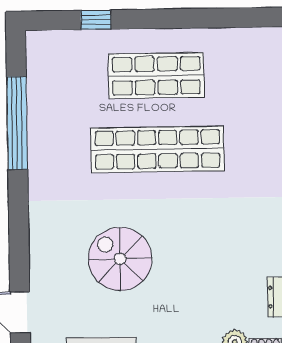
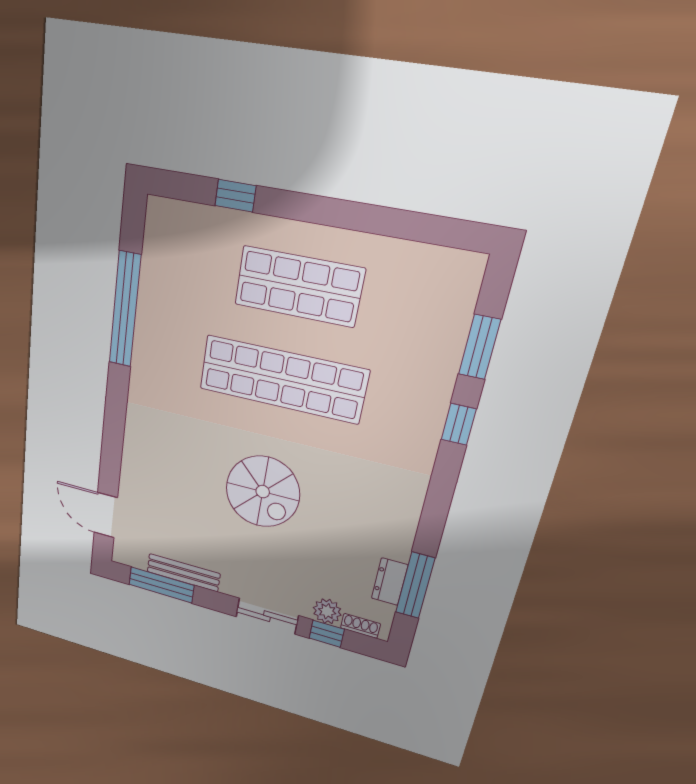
spiral stairs: (120, 259) -> (263, 492), moved, turned 180

